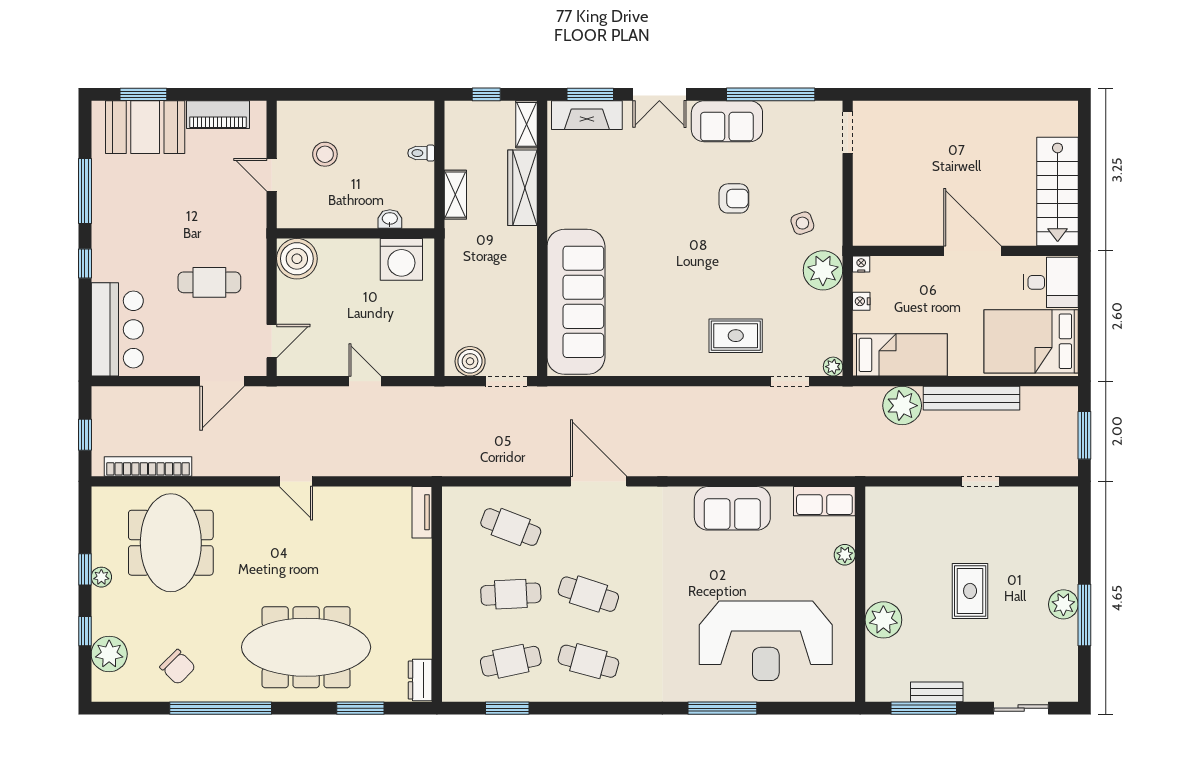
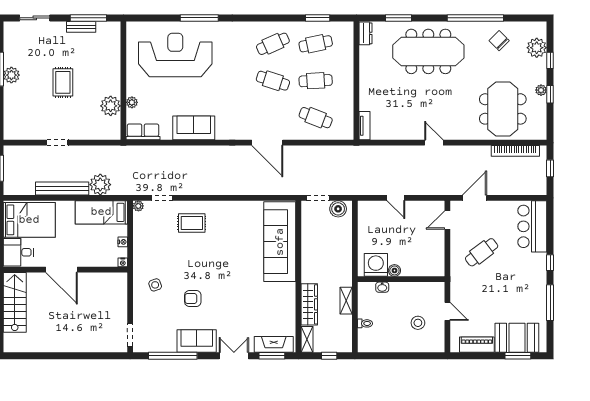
boiler: (297, 259) -> (394, 270), moved, width x0.54, depth x0.54
plant: (823, 270) -> (144, 259), removed
cafe table: (209, 282) -> (482, 252), turned -37
plant: (883, 620) -> (111, 106), moved
cafe table: (588, 661) -> (273, 44), turned -39

